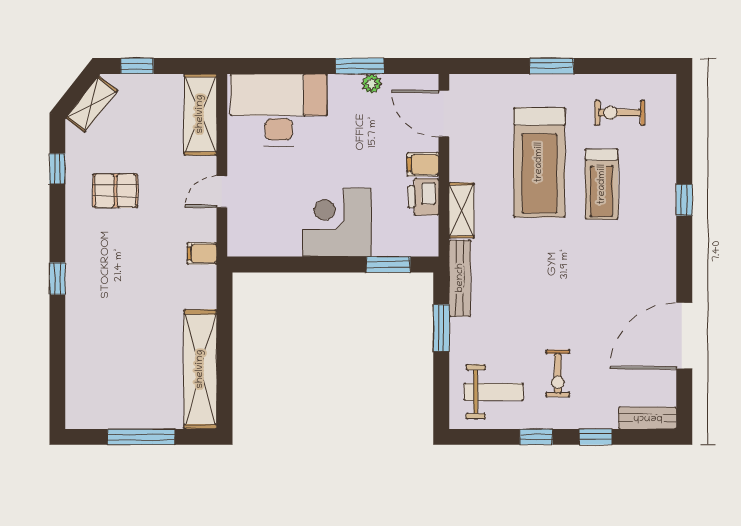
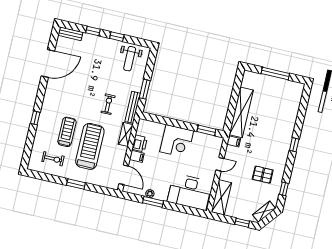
window: (388, 264) -> (206, 130), moved
shelving: (200, 369) -> (241, 112), moved
exercise bike: (558, 373) -> (108, 104), moved
weight bench: (494, 392) -> (130, 59), turned -90

